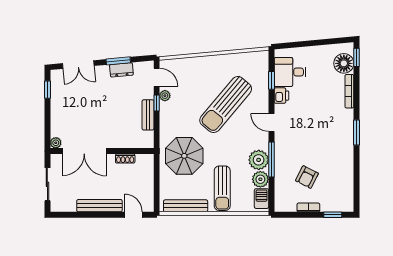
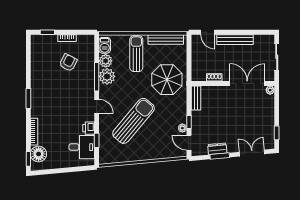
bench: (148, 115) -> (196, 98), moved

